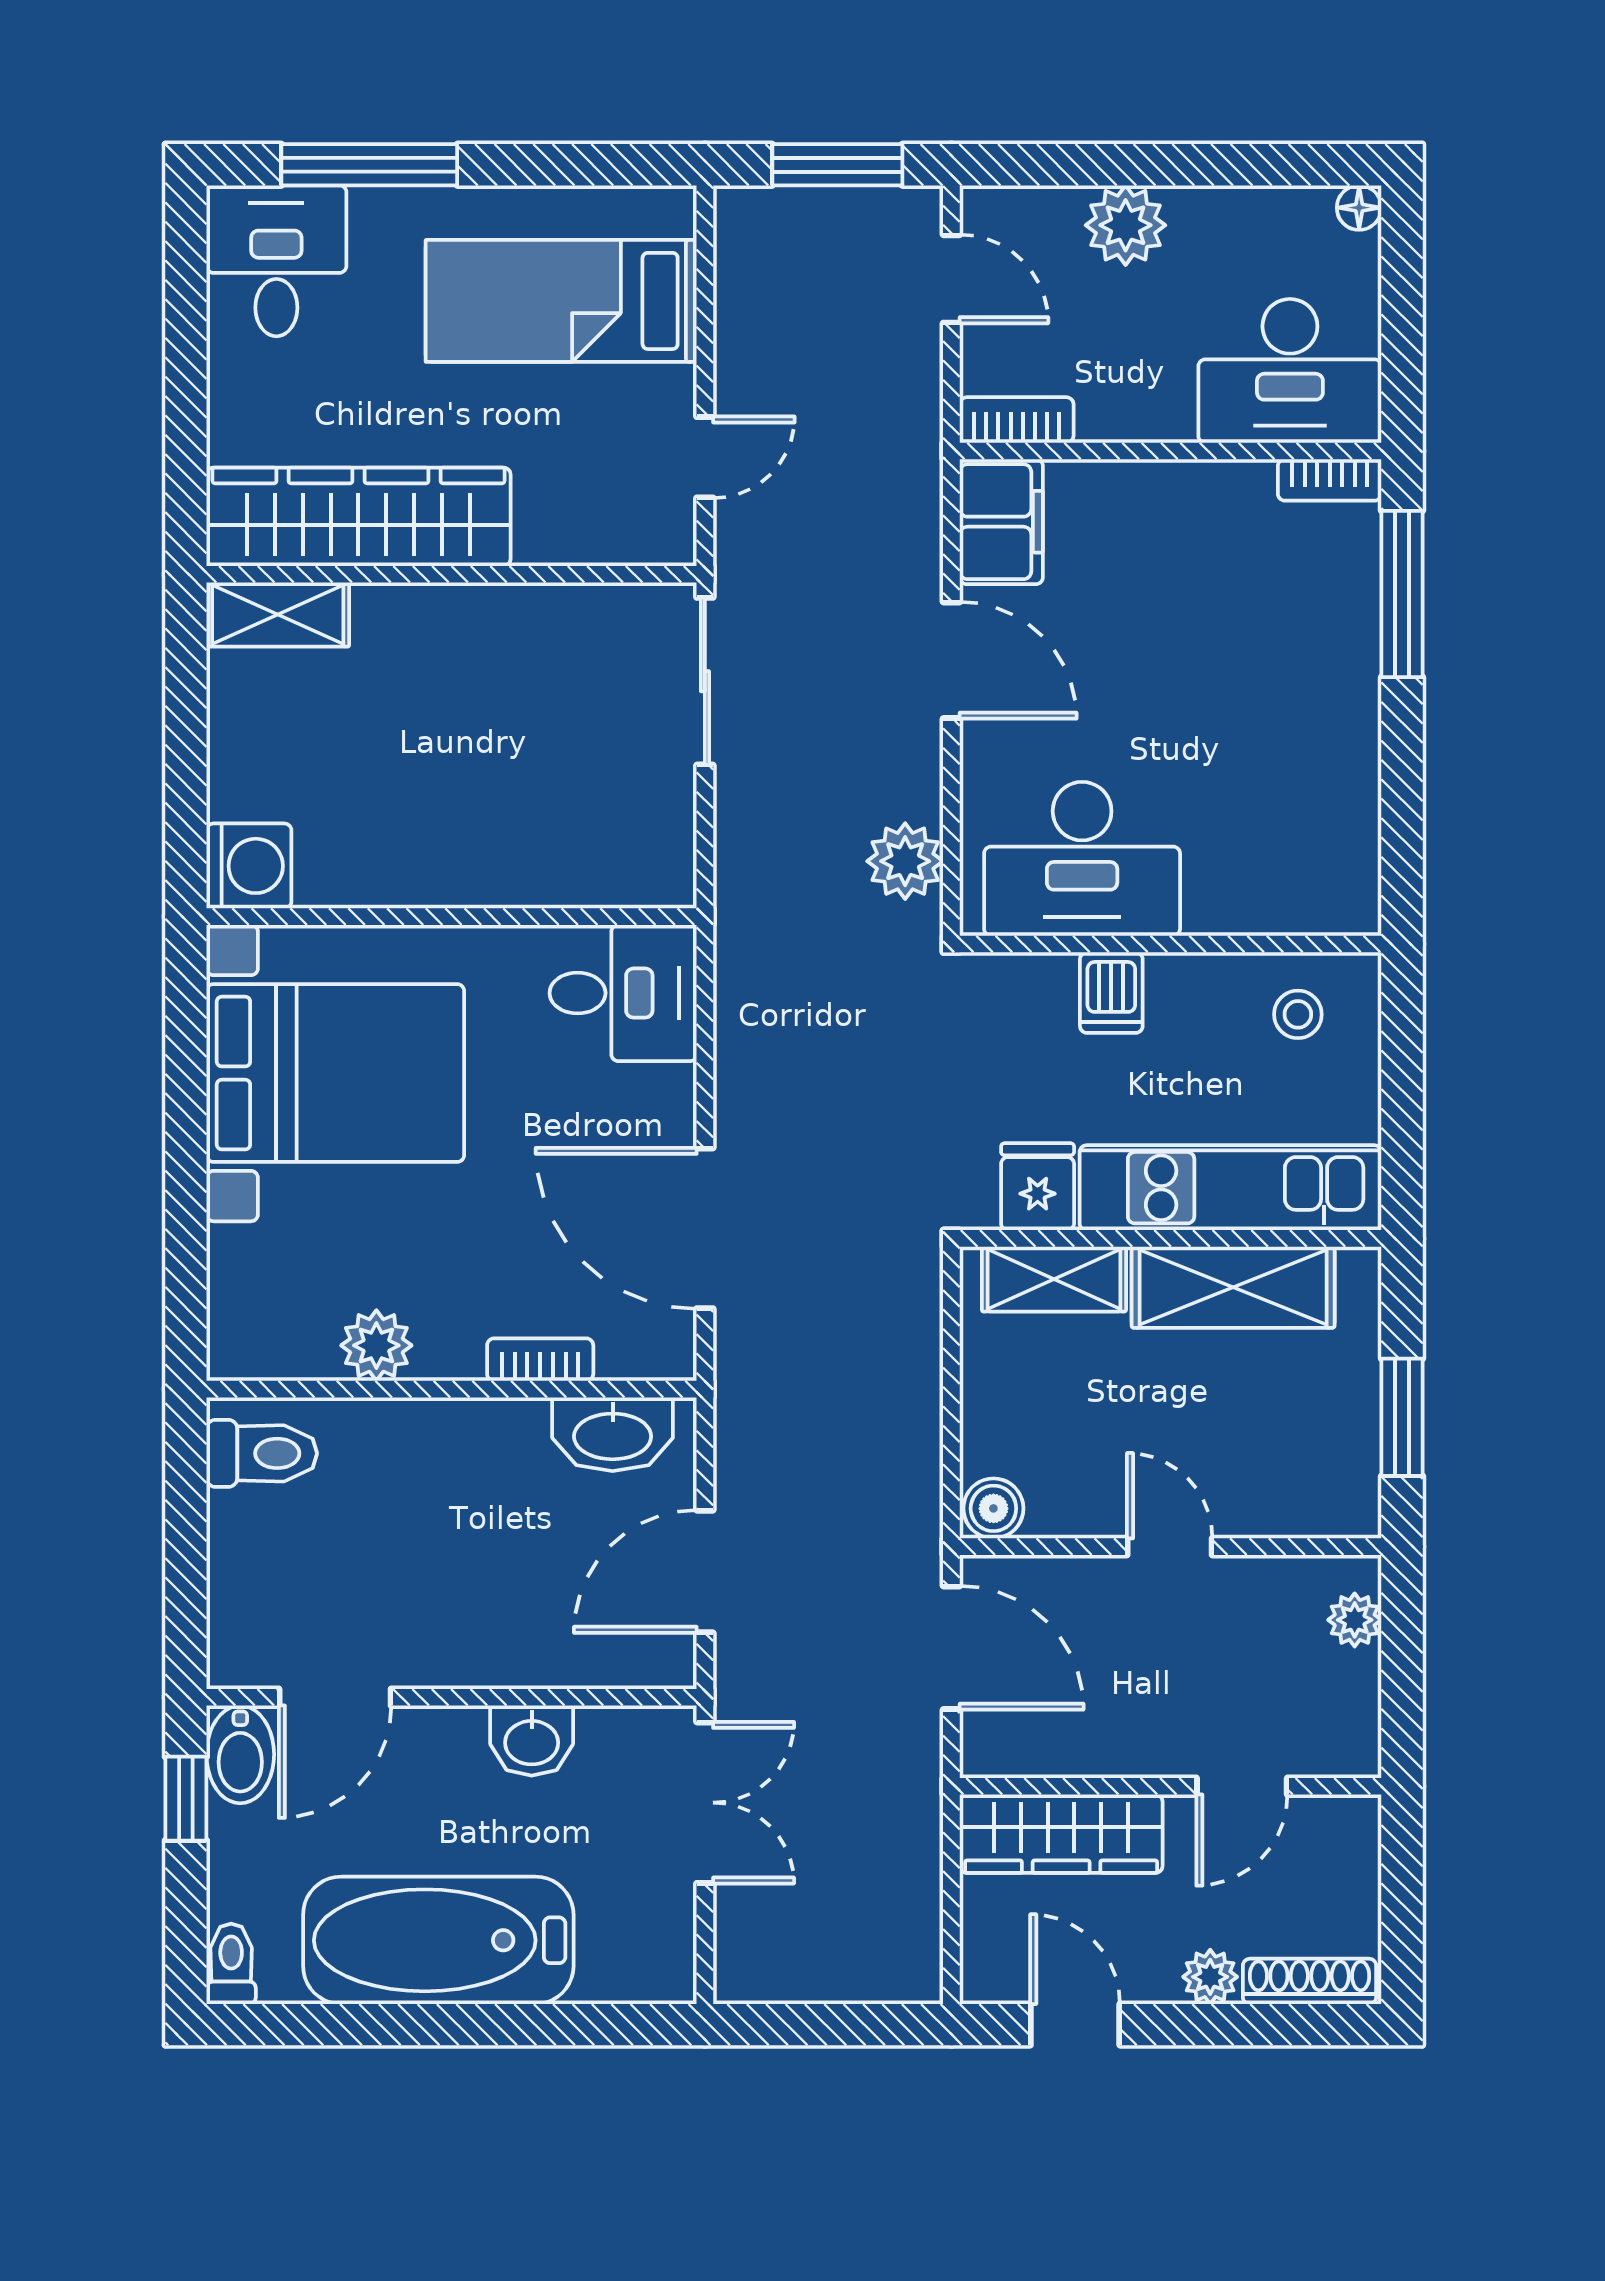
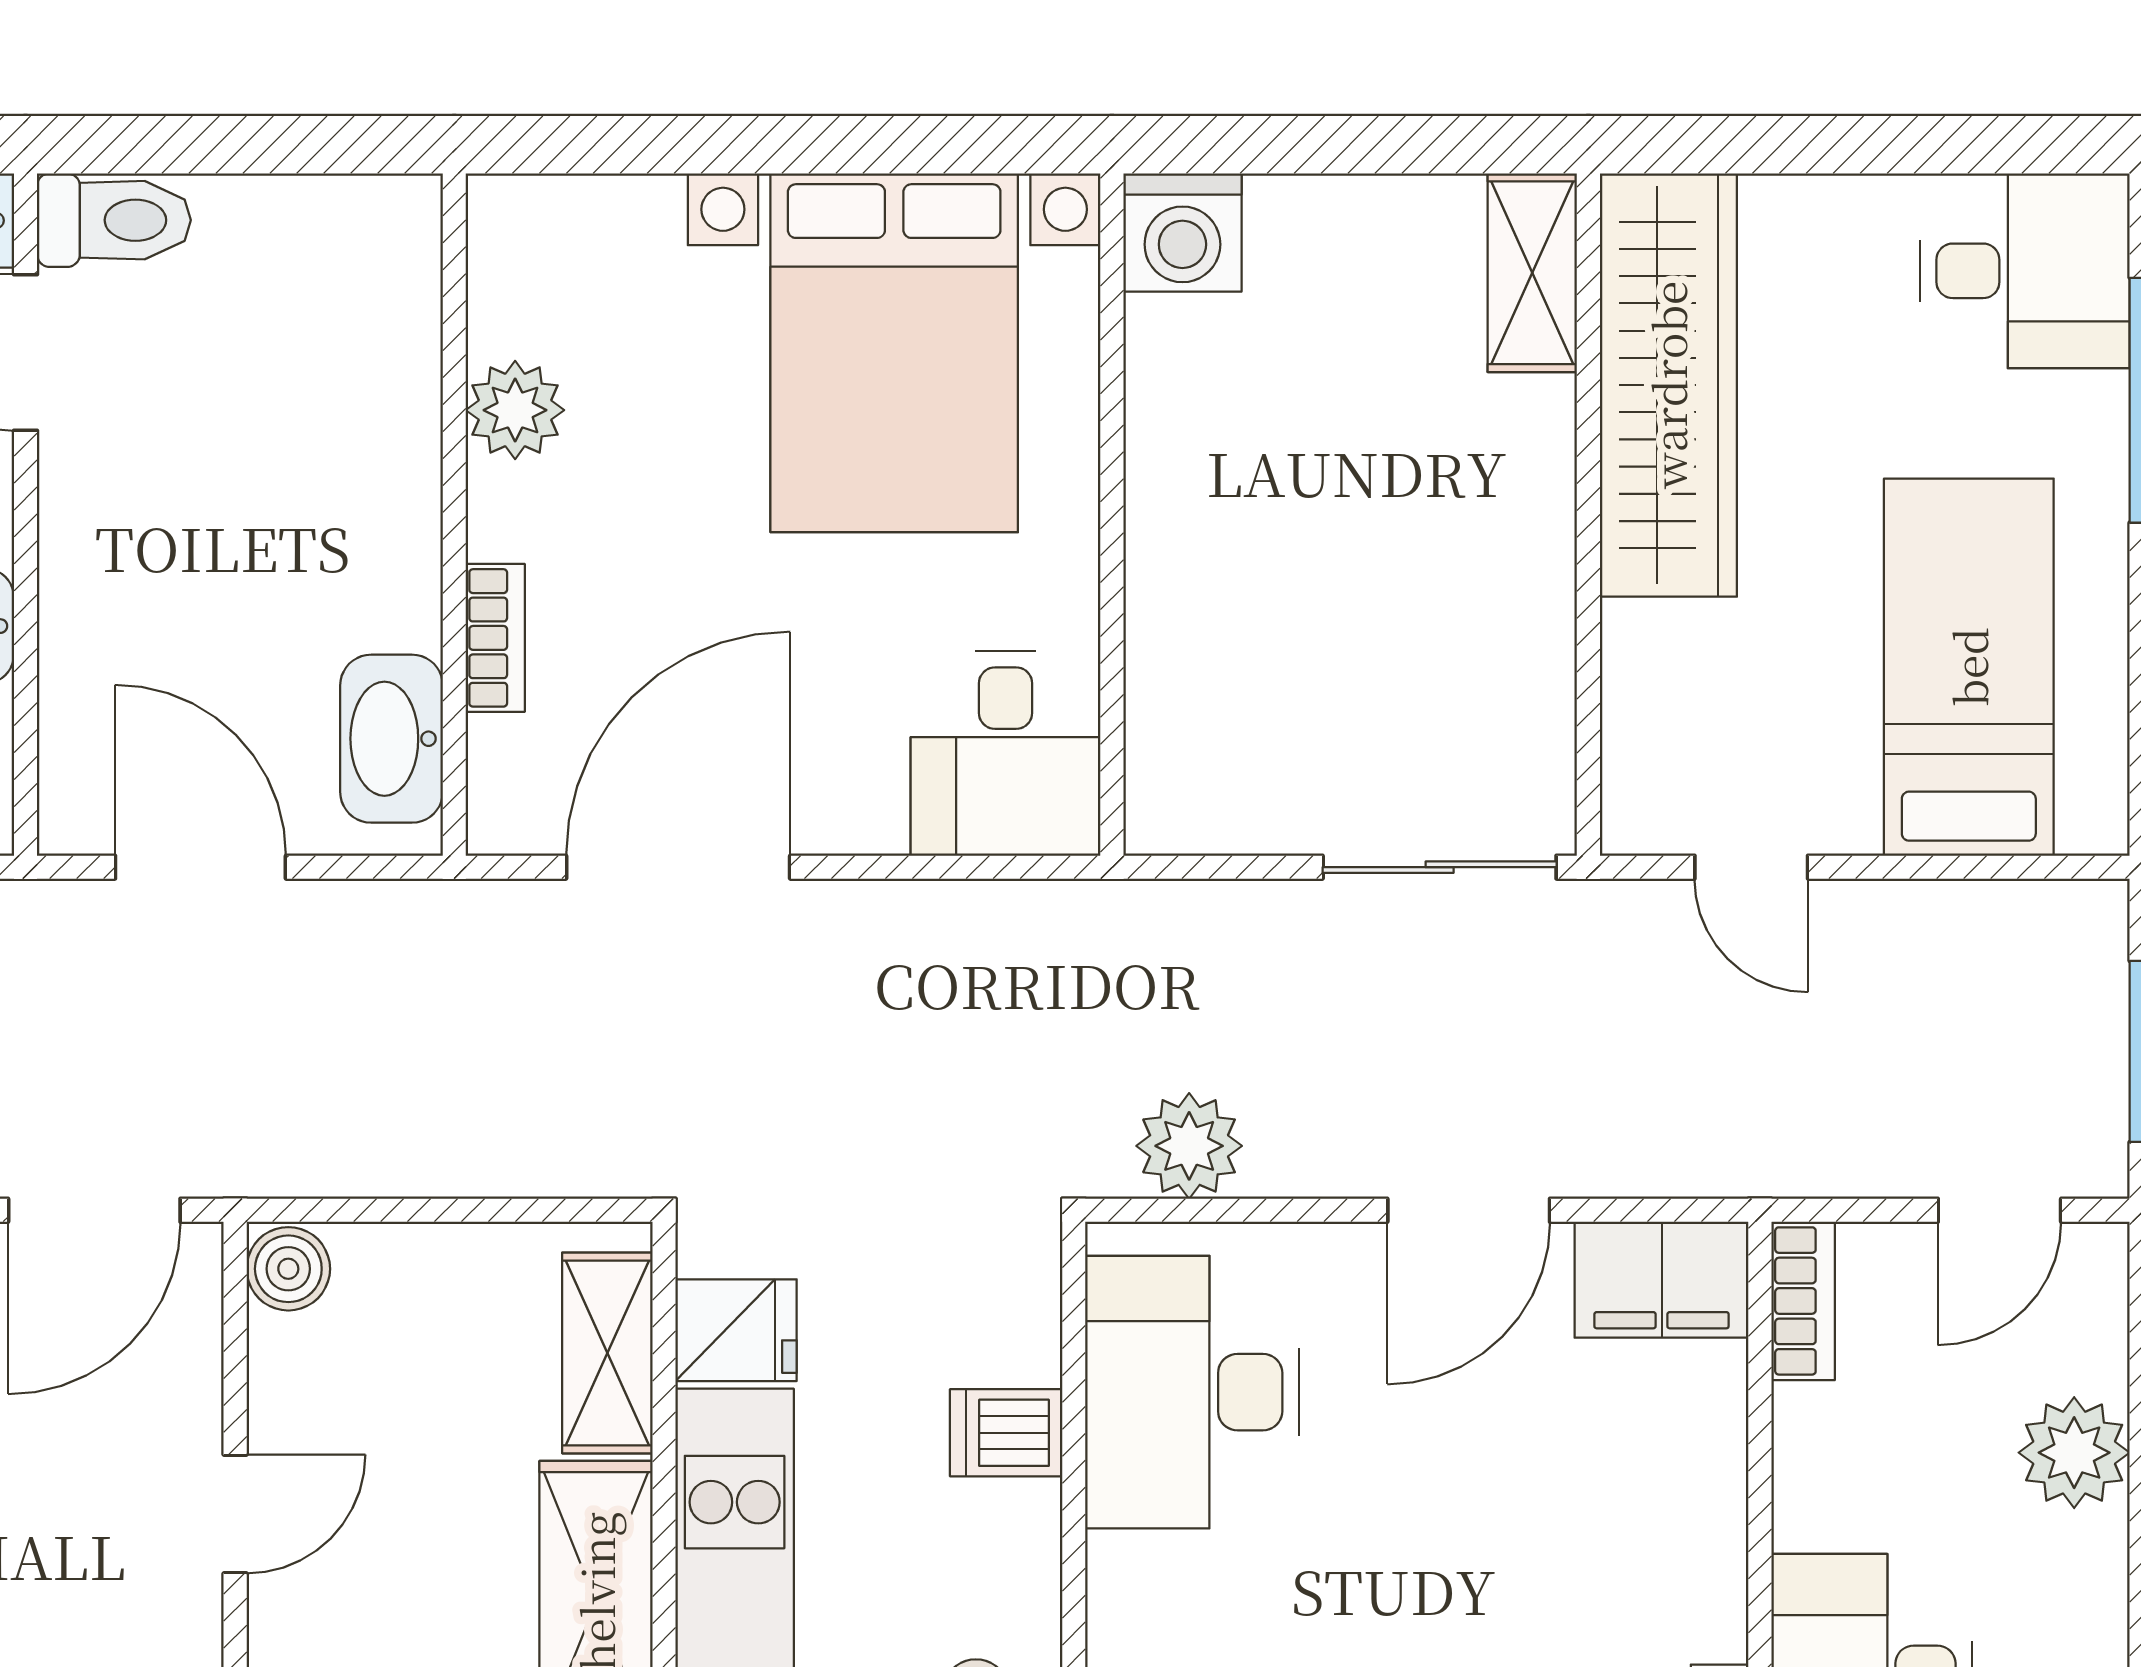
toilet: (262, 1453) -> (114, 220), moved, turned -90

